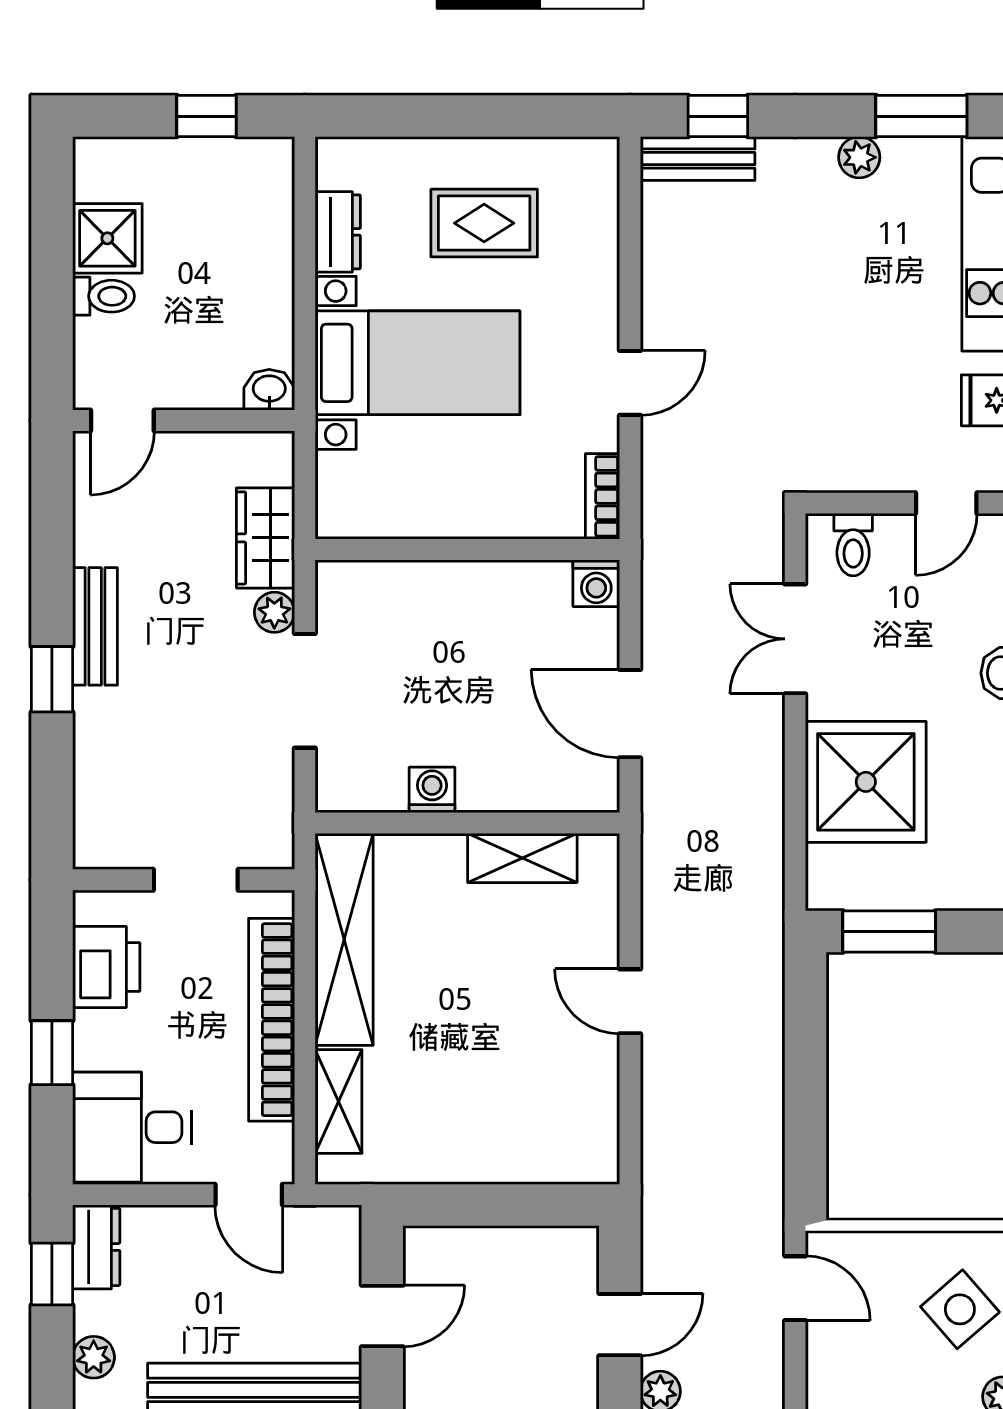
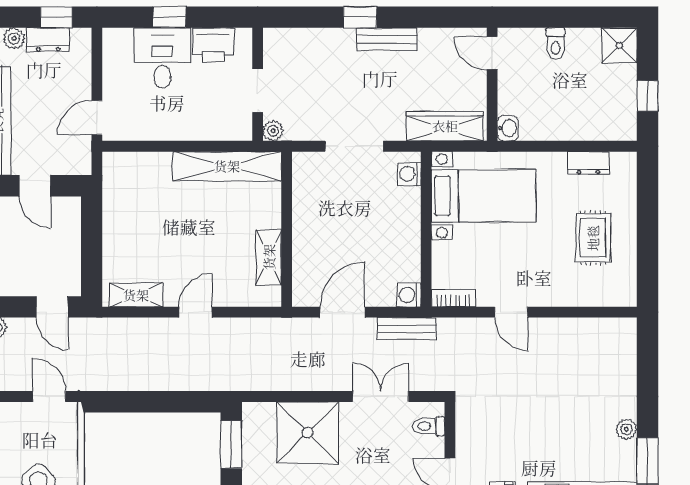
window: (718, 116) -> (647, 357), removed
bench: (698, 159) -> (407, 329), moved, turned 90
shower: (107, 238) -> (619, 45), moved
bed with nightstands: (418, 363) -> (484, 196), moved, turned -90
wardrobe: (265, 538) -> (445, 126), width x1.50
plant: (274, 612) -> (273, 131), moved
washing machine: (432, 790) -> (409, 174), moved, turned 180
bookcase: (272, 1020) -> (186, 129), removed
shelving: (339, 1102) -> (136, 295), moved
desk: (132, 1127) -> (162, 58), moved
dresser: (96, 1247) -> (48, 40), moved
door: (795, 1288) -> (49, 397), swing flipped
door: (620, 1325) -> (52, 307), moved

